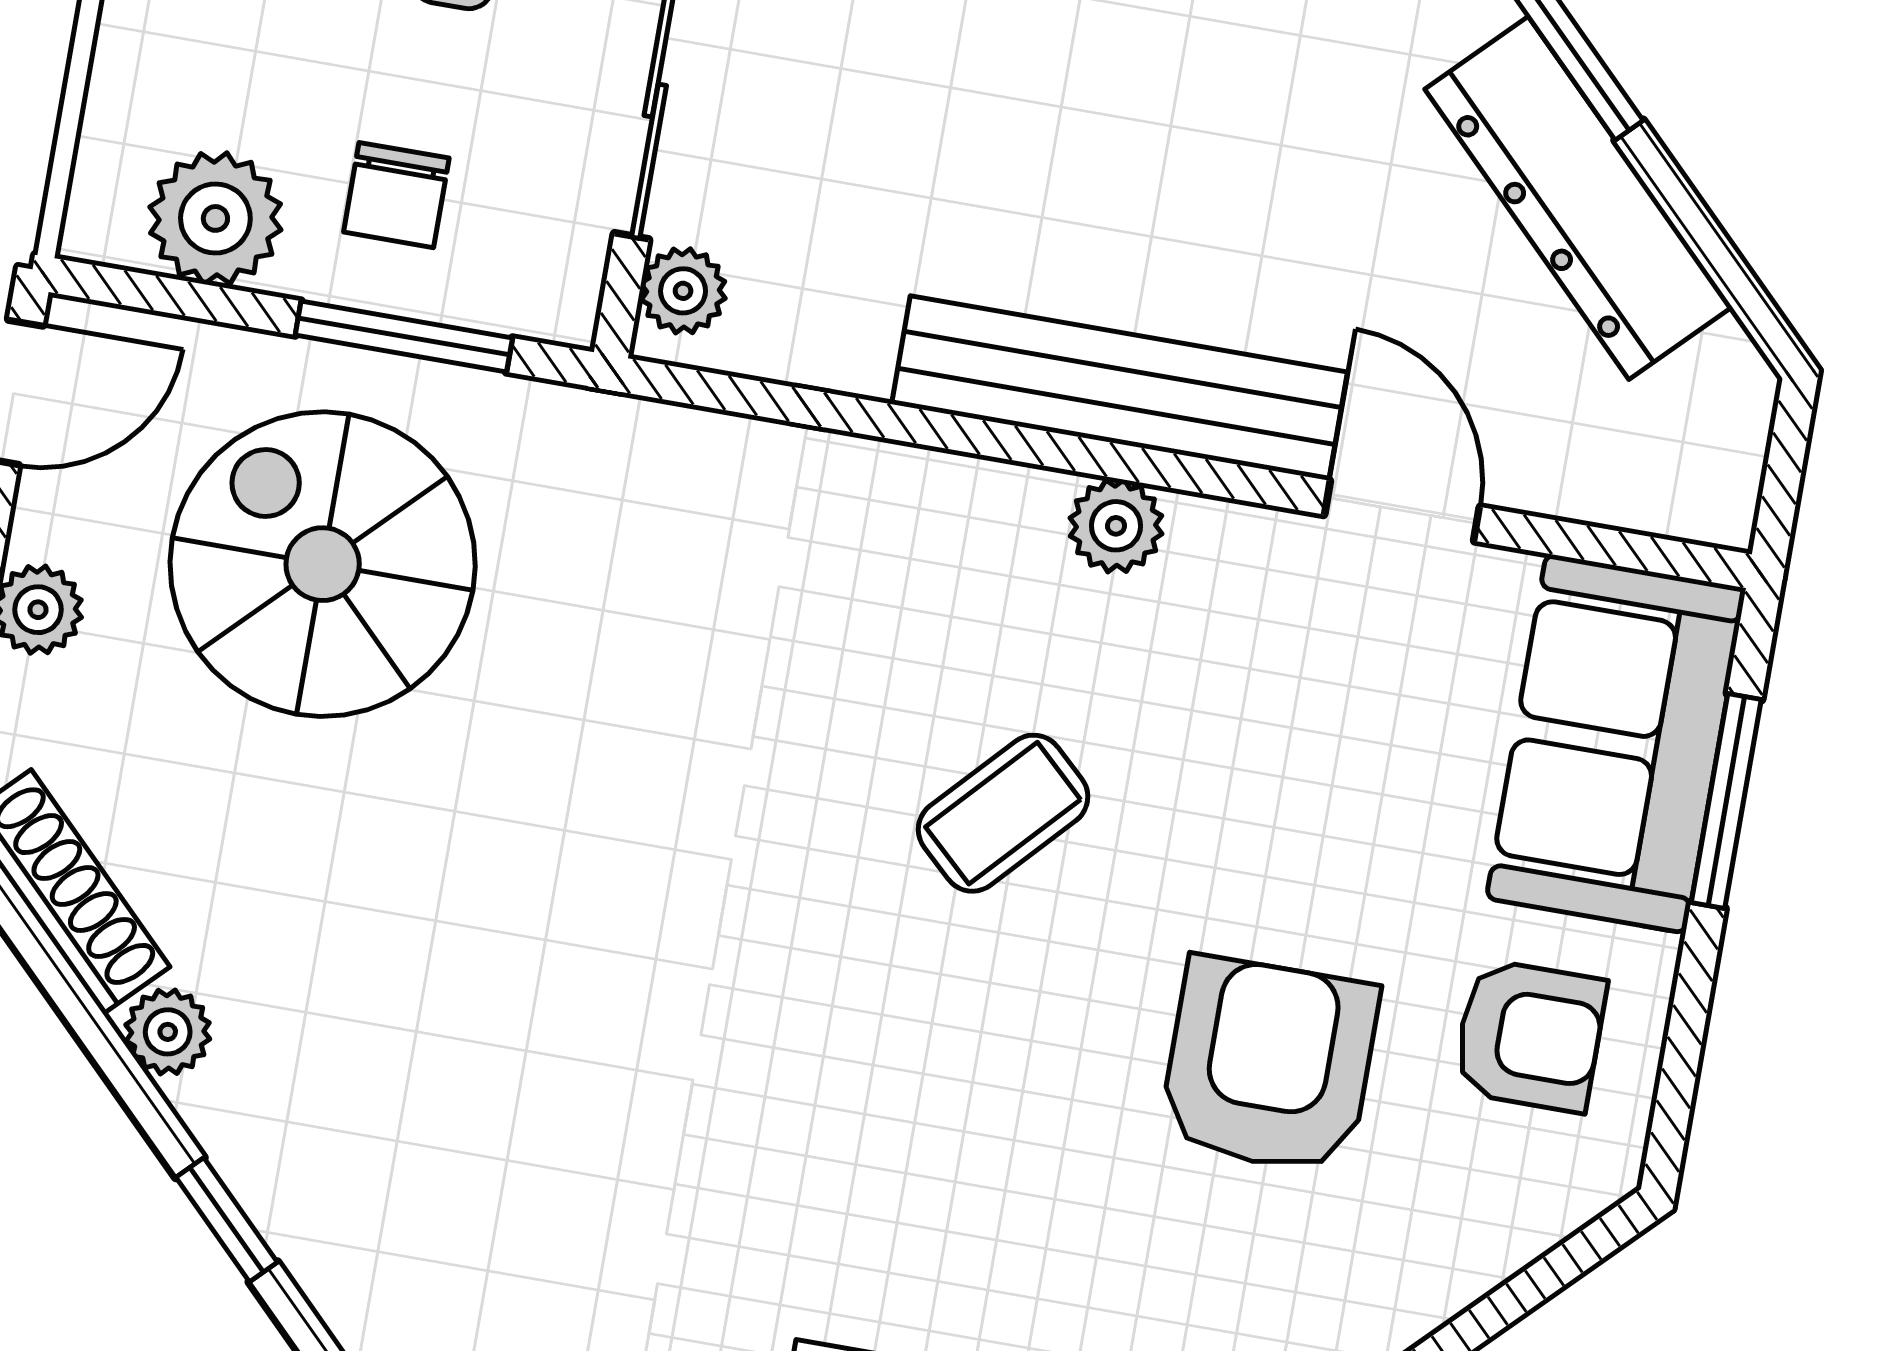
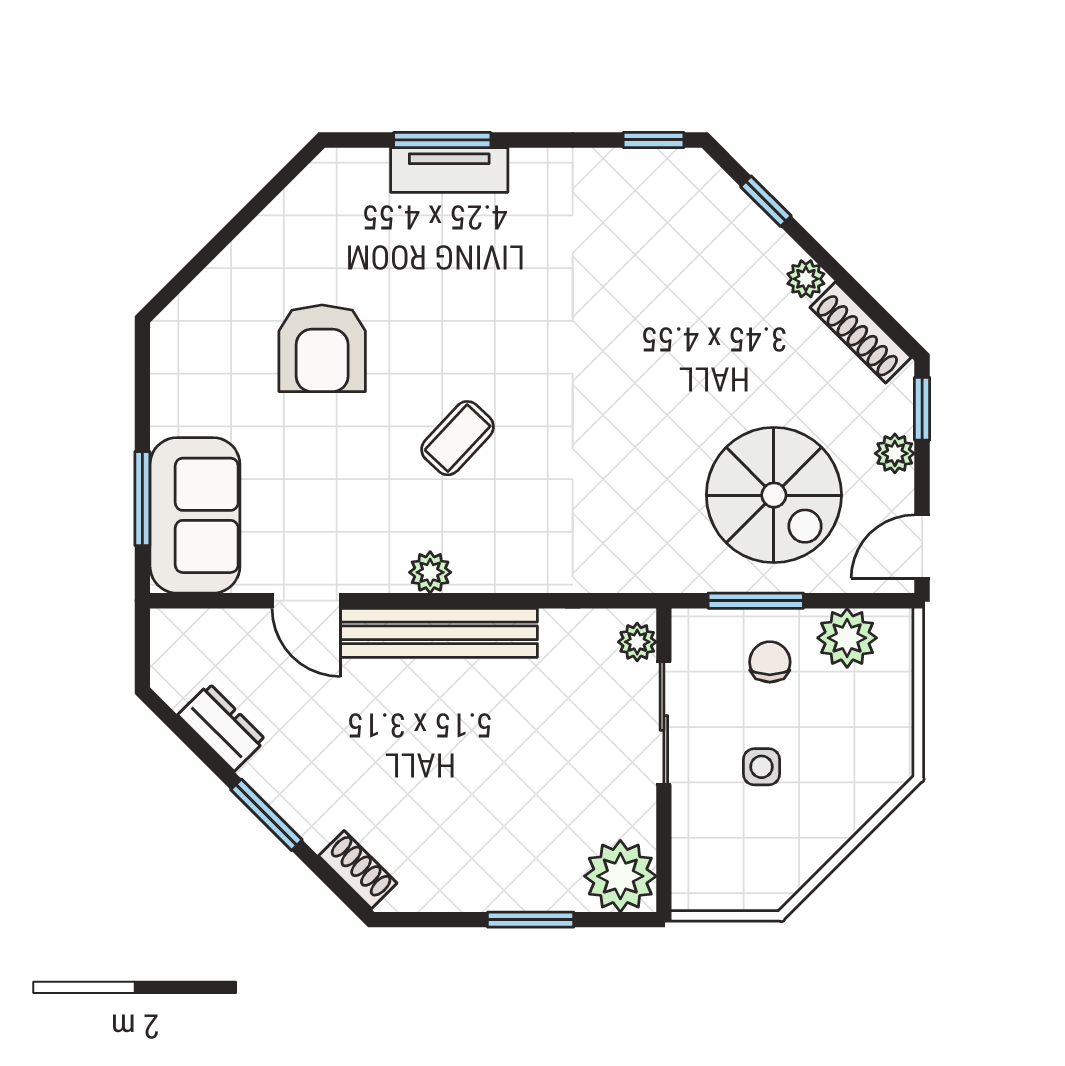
dresser: (1579, 198) -> (222, 727), width x0.51, depth x0.80
armchair: (1530, 1036) -> (210, 381), removed

